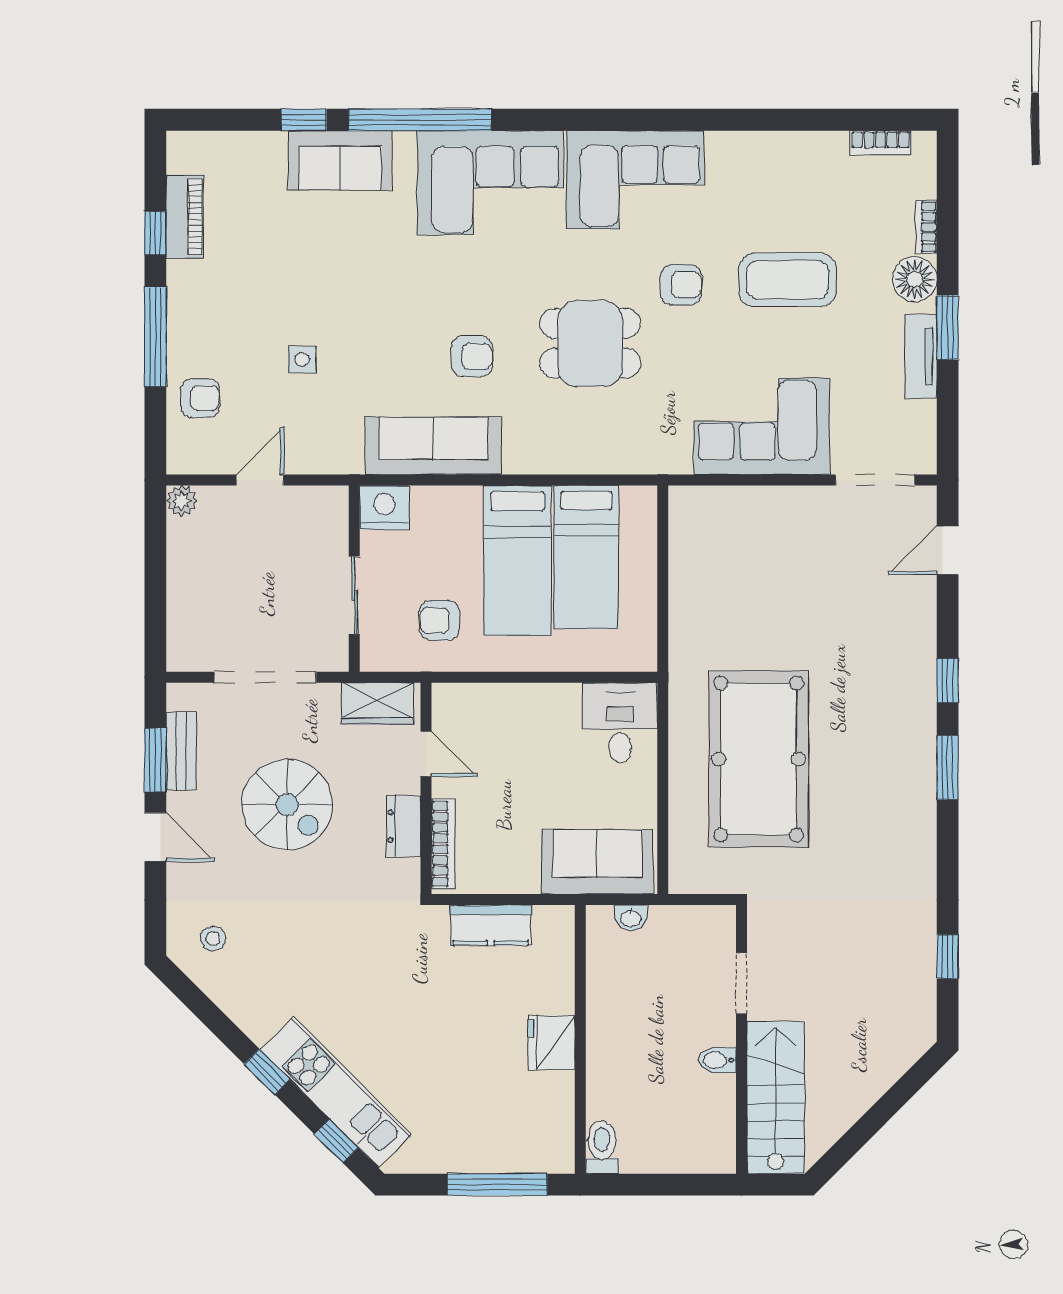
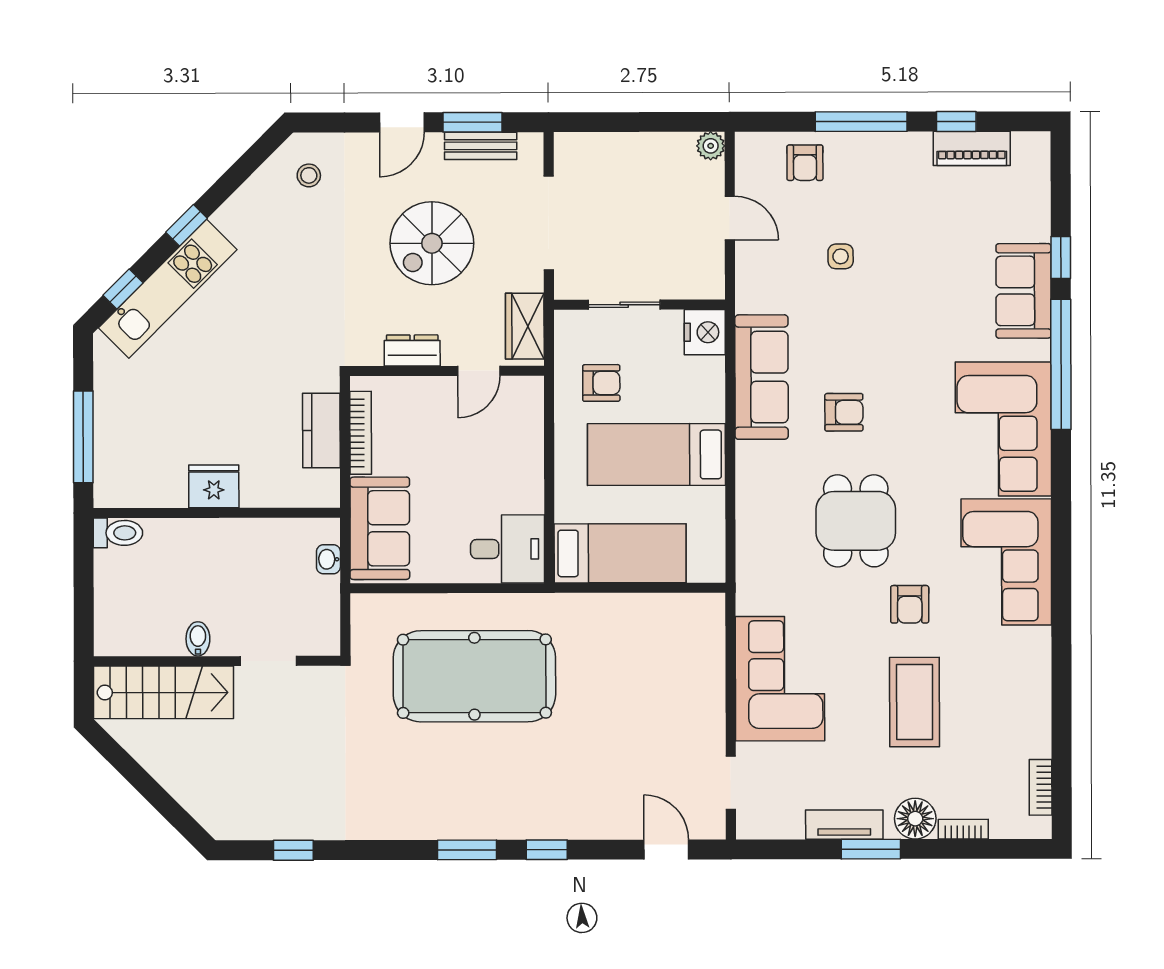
armchair: (472, 356) -> (844, 412), turned -90
doorway: (875, 480) -> (731, 783), width x0.73
bed: (586, 557) -> (620, 553), moved, turned 180
armchair: (439, 620) -> (601, 383), turned 90
bookcase: (443, 844) -> (361, 433), moved, turned -90

